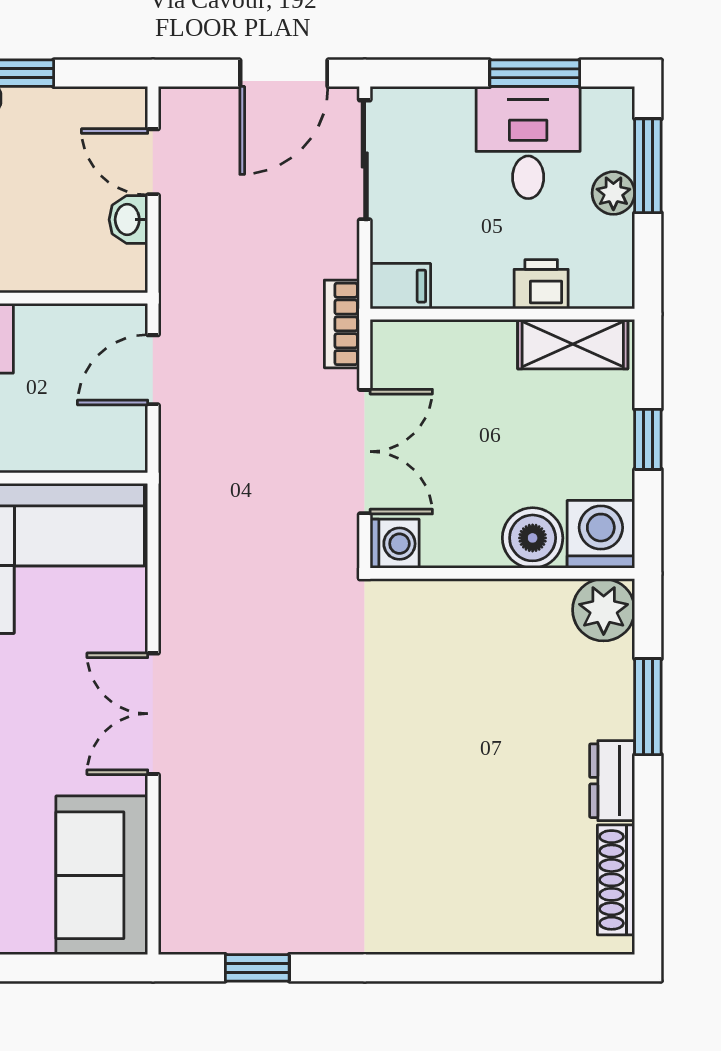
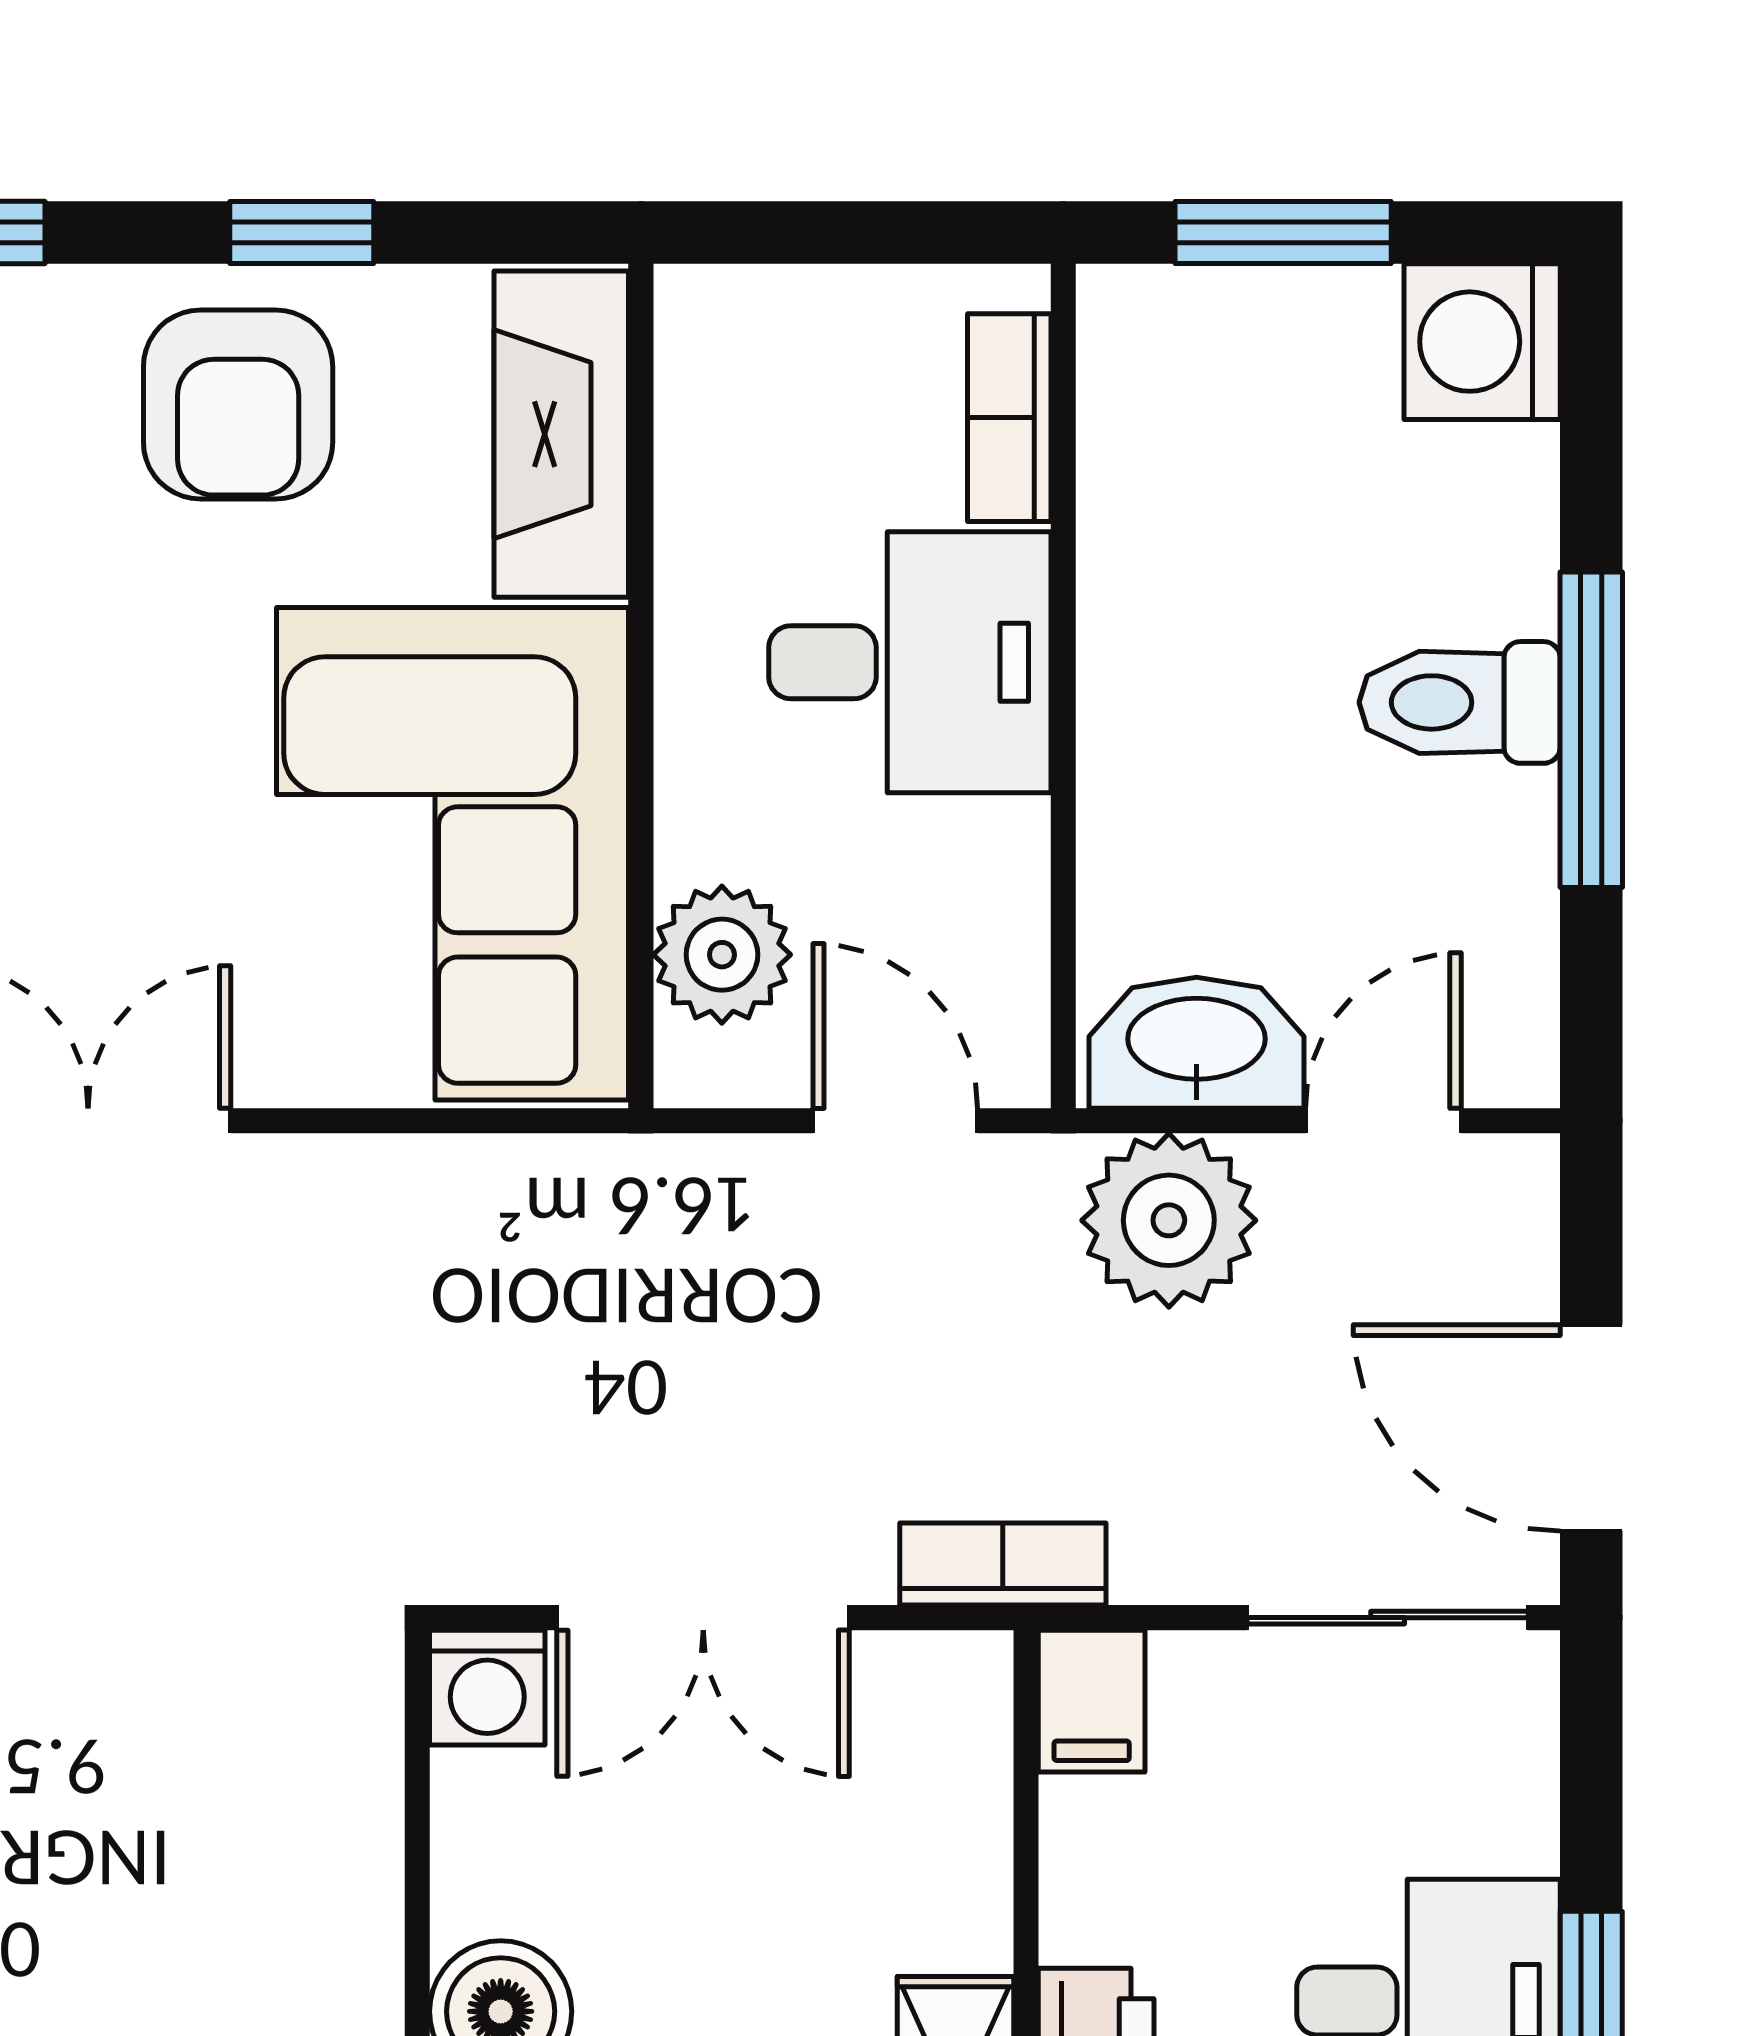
washbasin: (128, 220) -> (1197, 1043), width x1.91, depth x1.45
plant: (195, 253) -> (1169, 1220), added
plant: (82, 444) -> (722, 955), added

